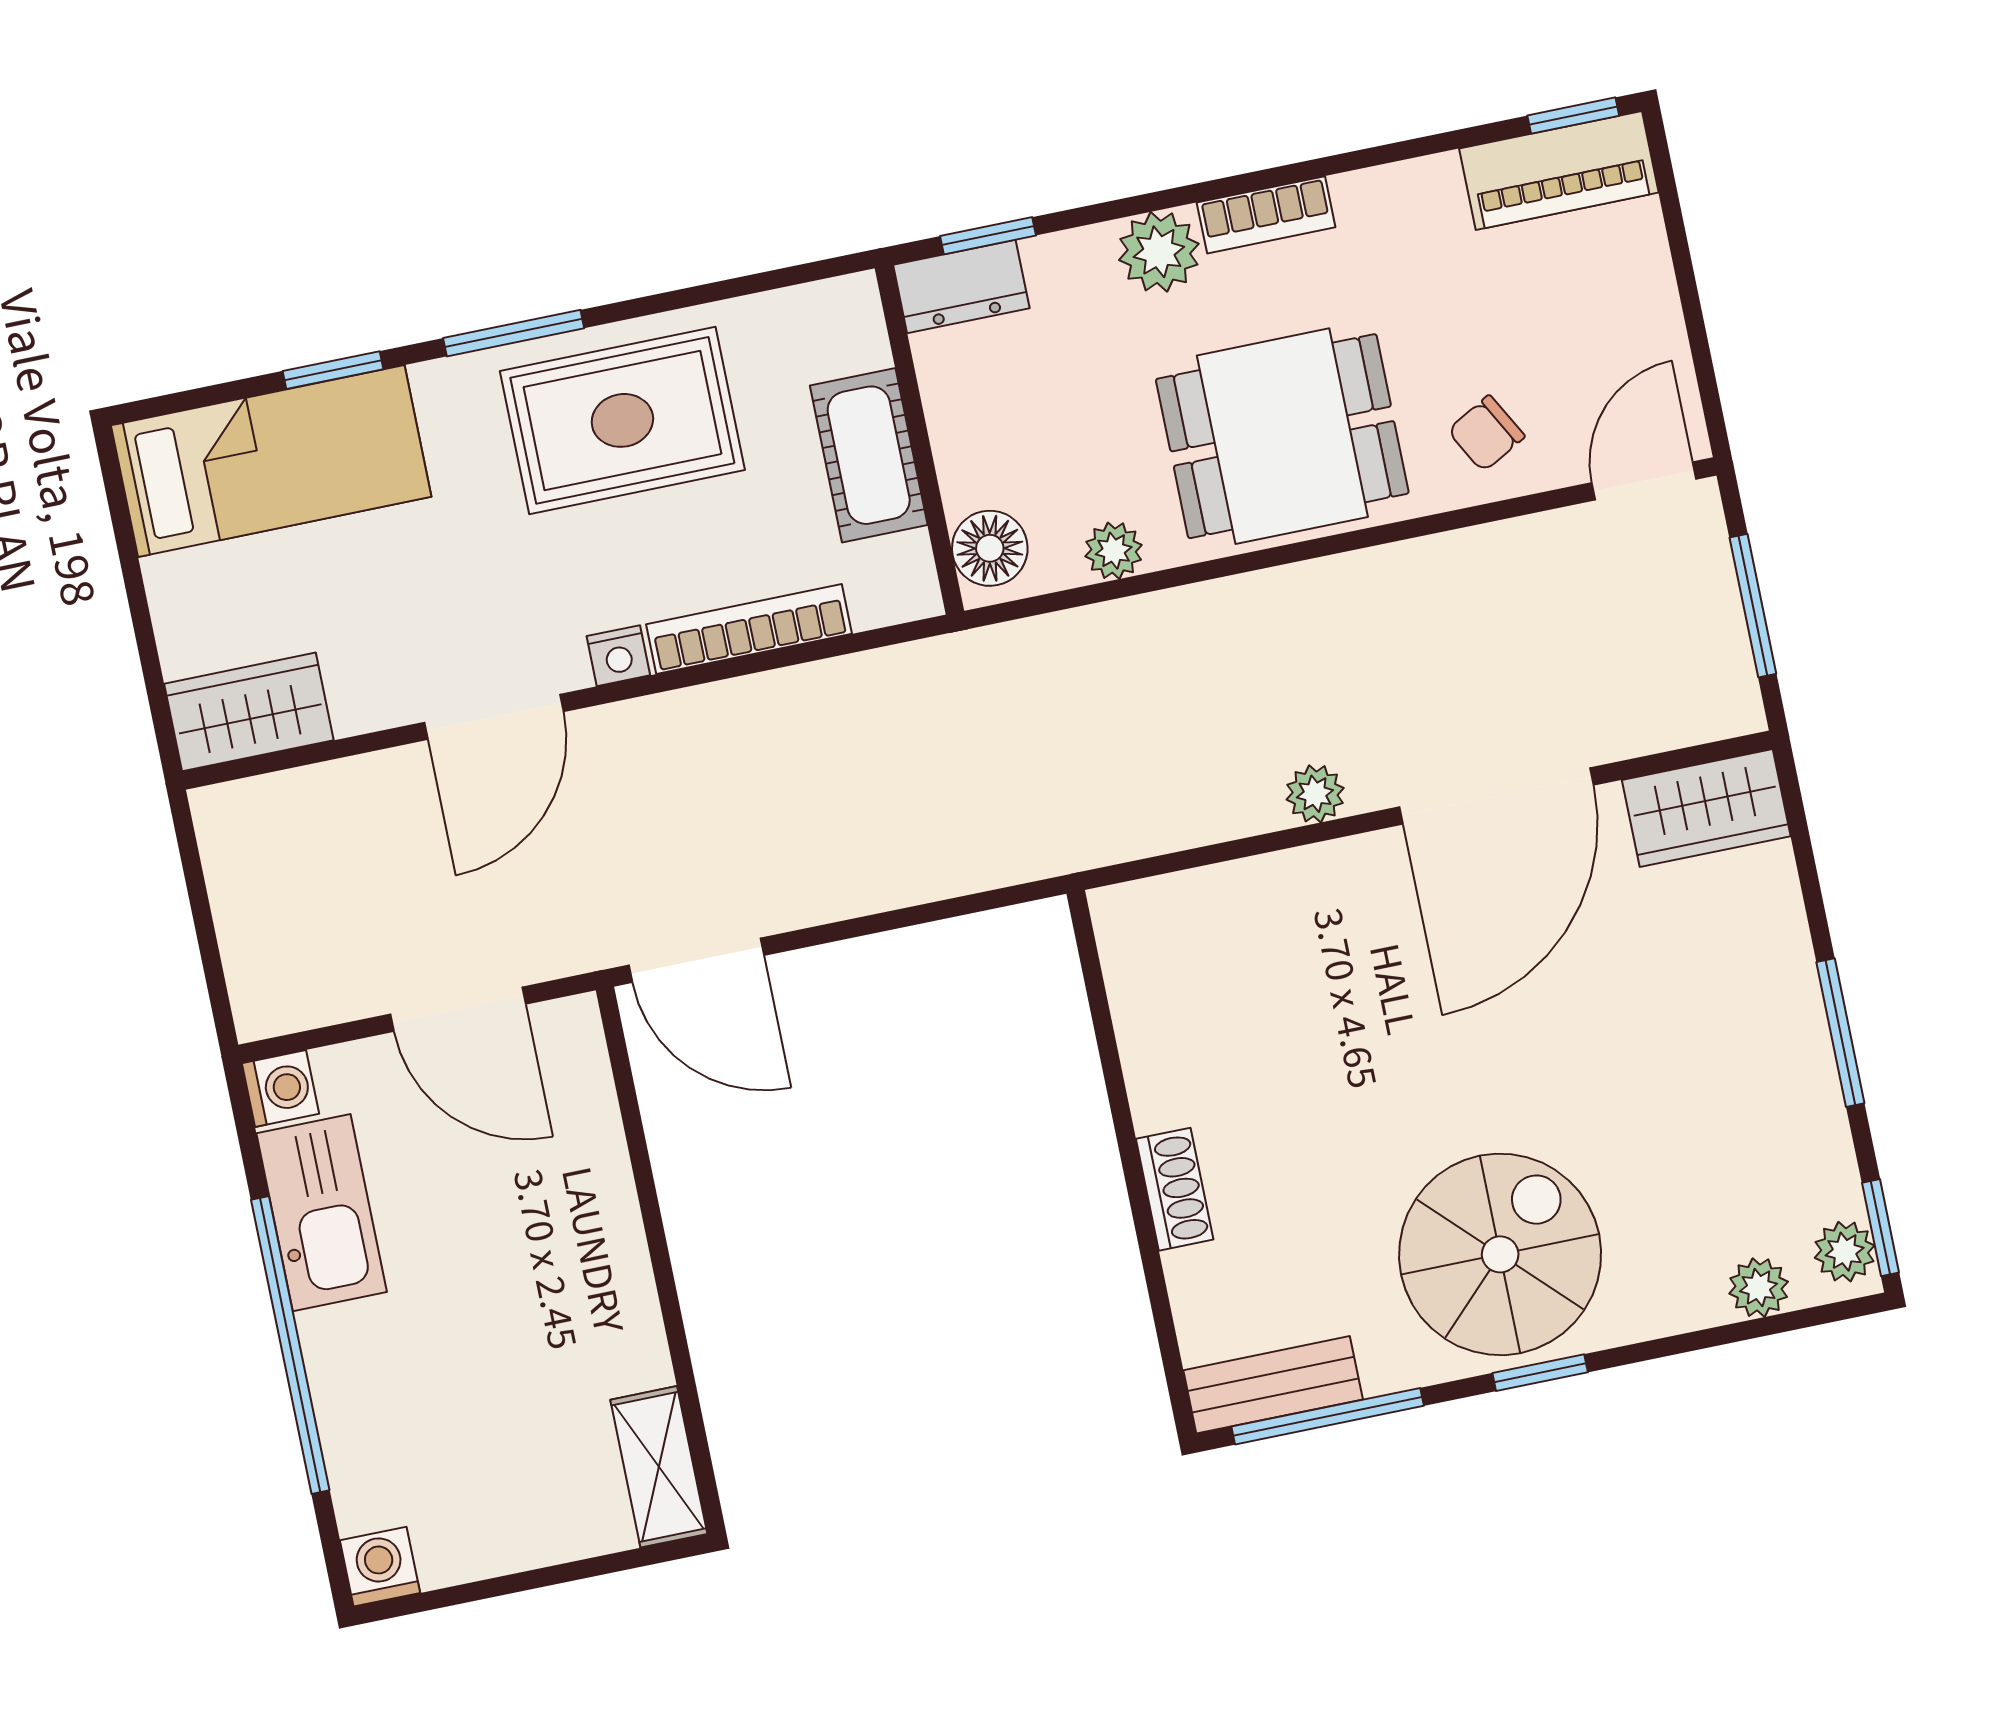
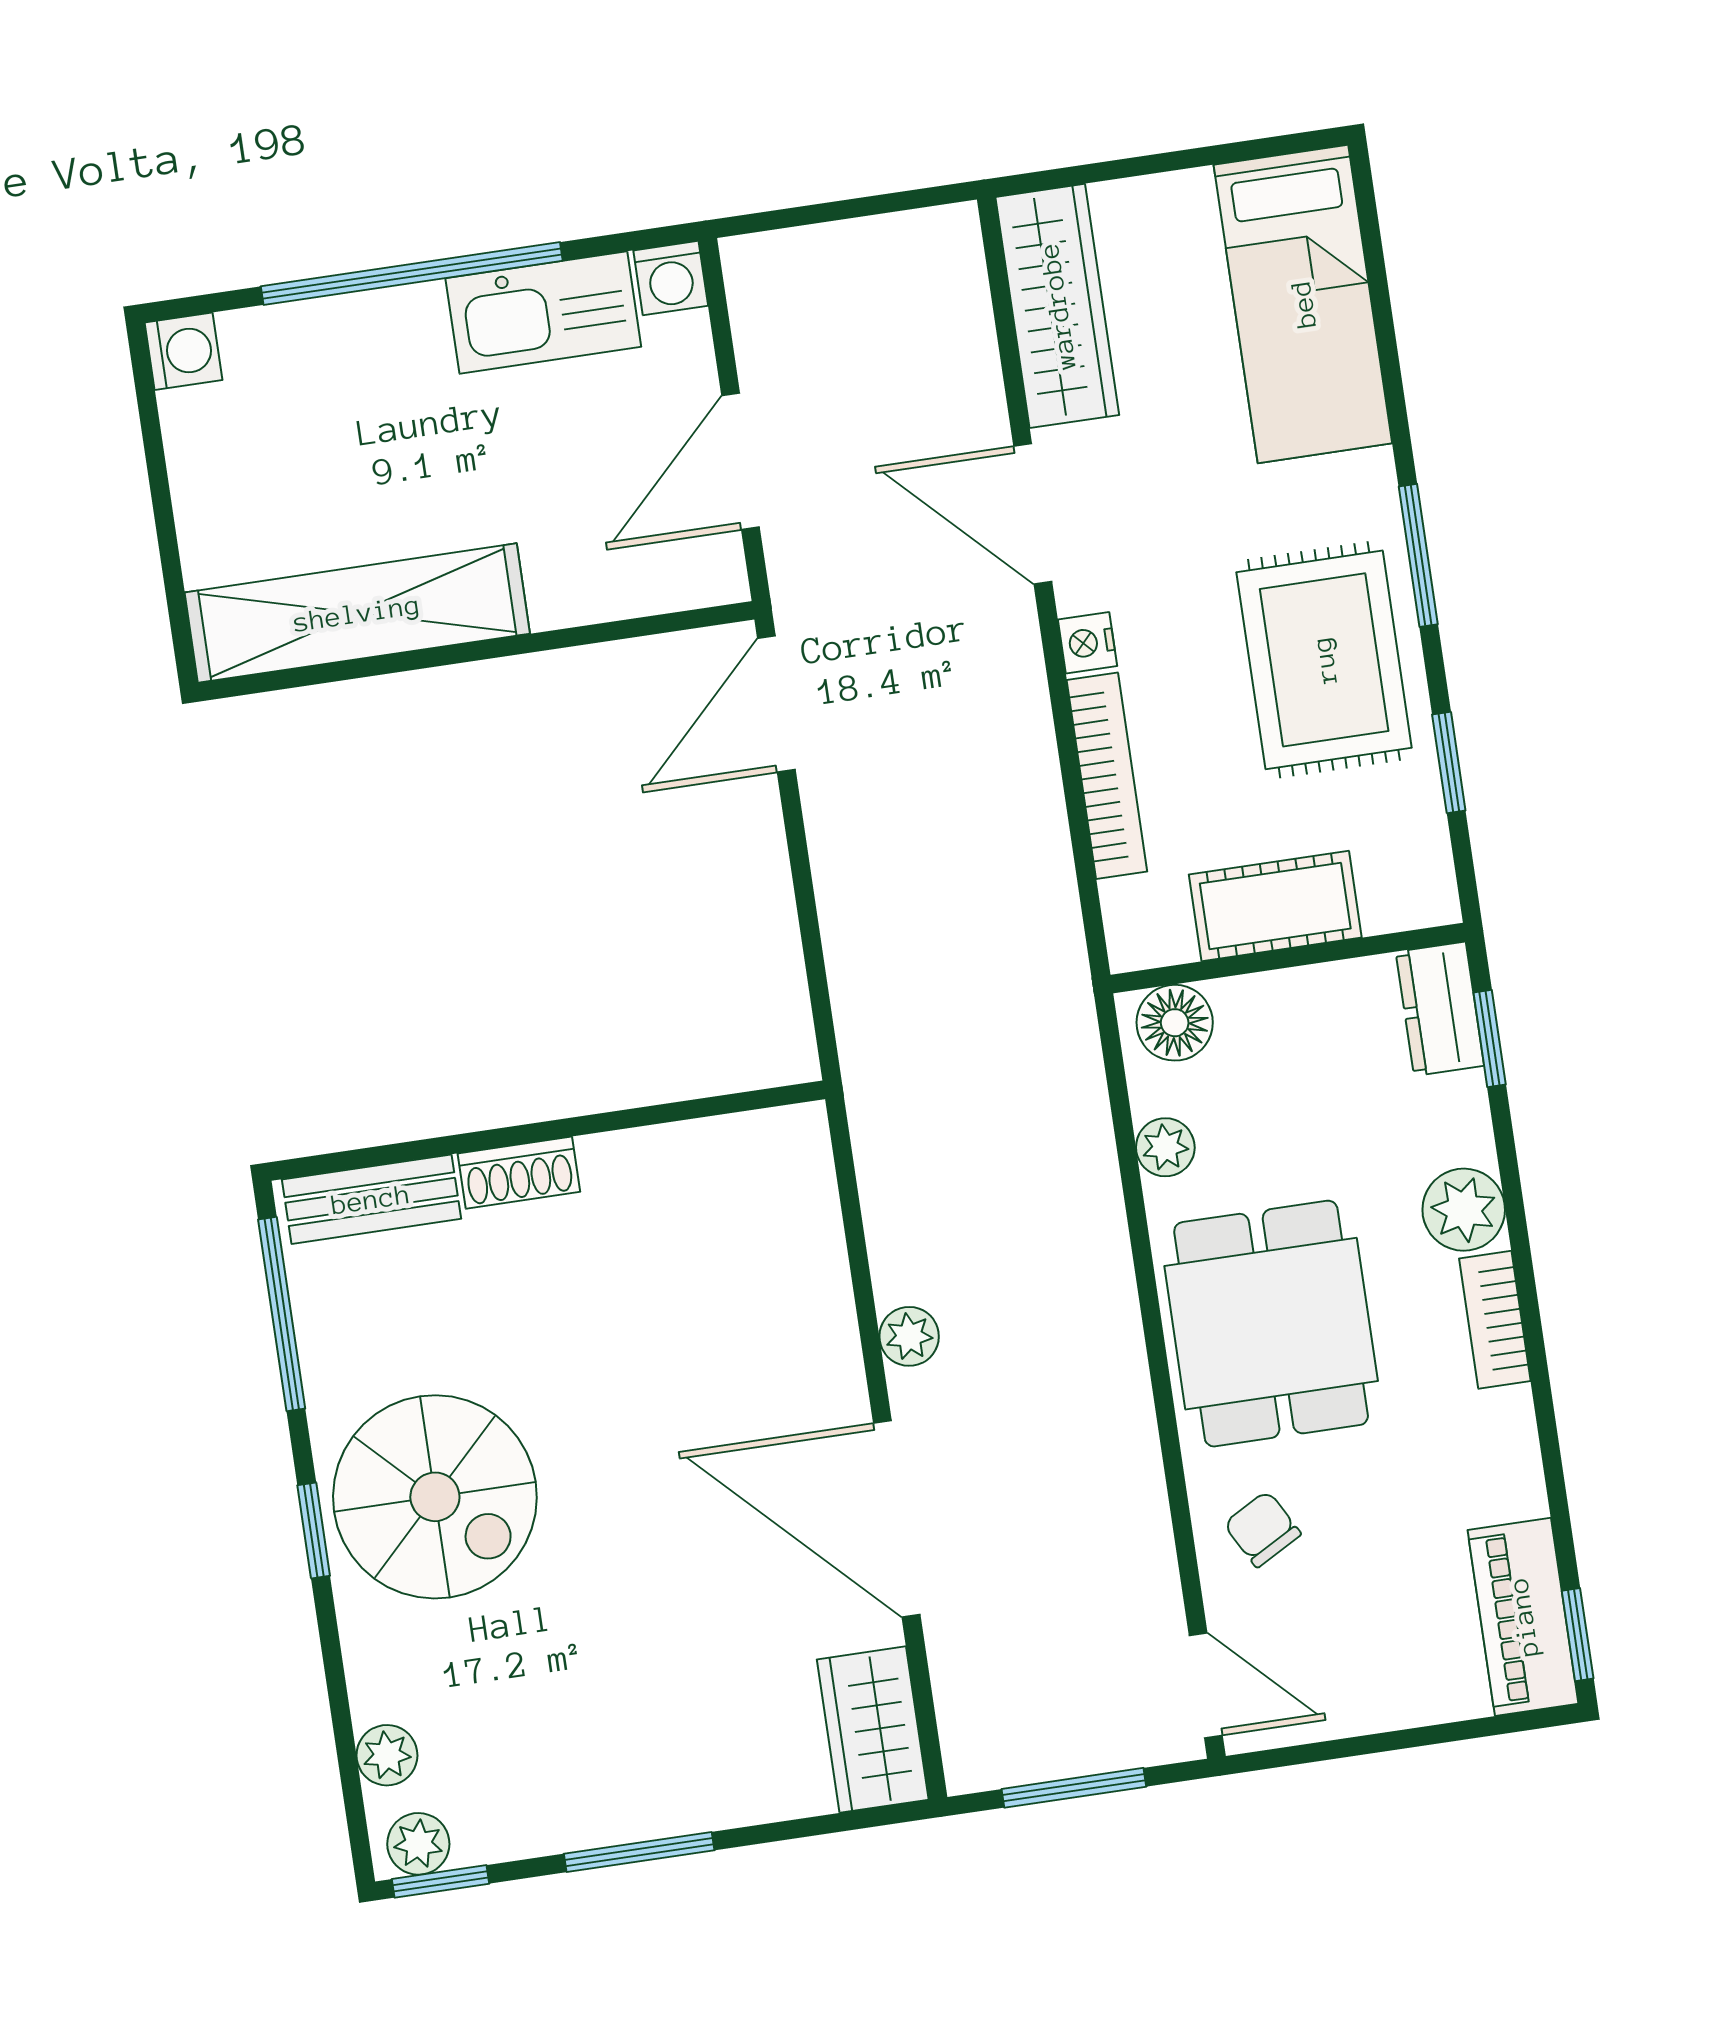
window: (333, 370) -> (1449, 763), moved
wardrobe: (249, 712) -> (1057, 306), width x1.50
bench: (1273, 1385) -> (371, 1199), moved, turned 90
shelving: (659, 1467) -> (357, 613), width x2.20, depth x1.33

